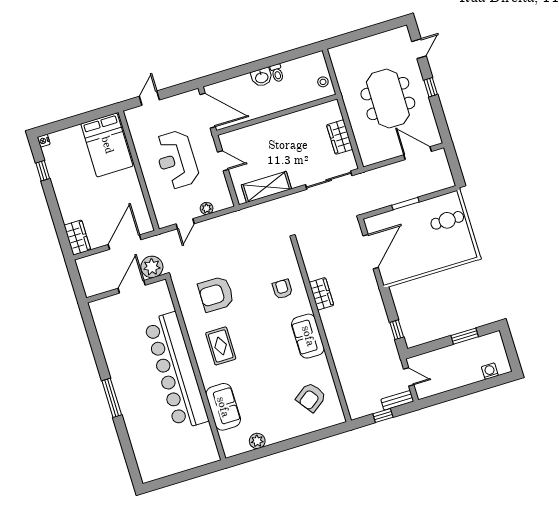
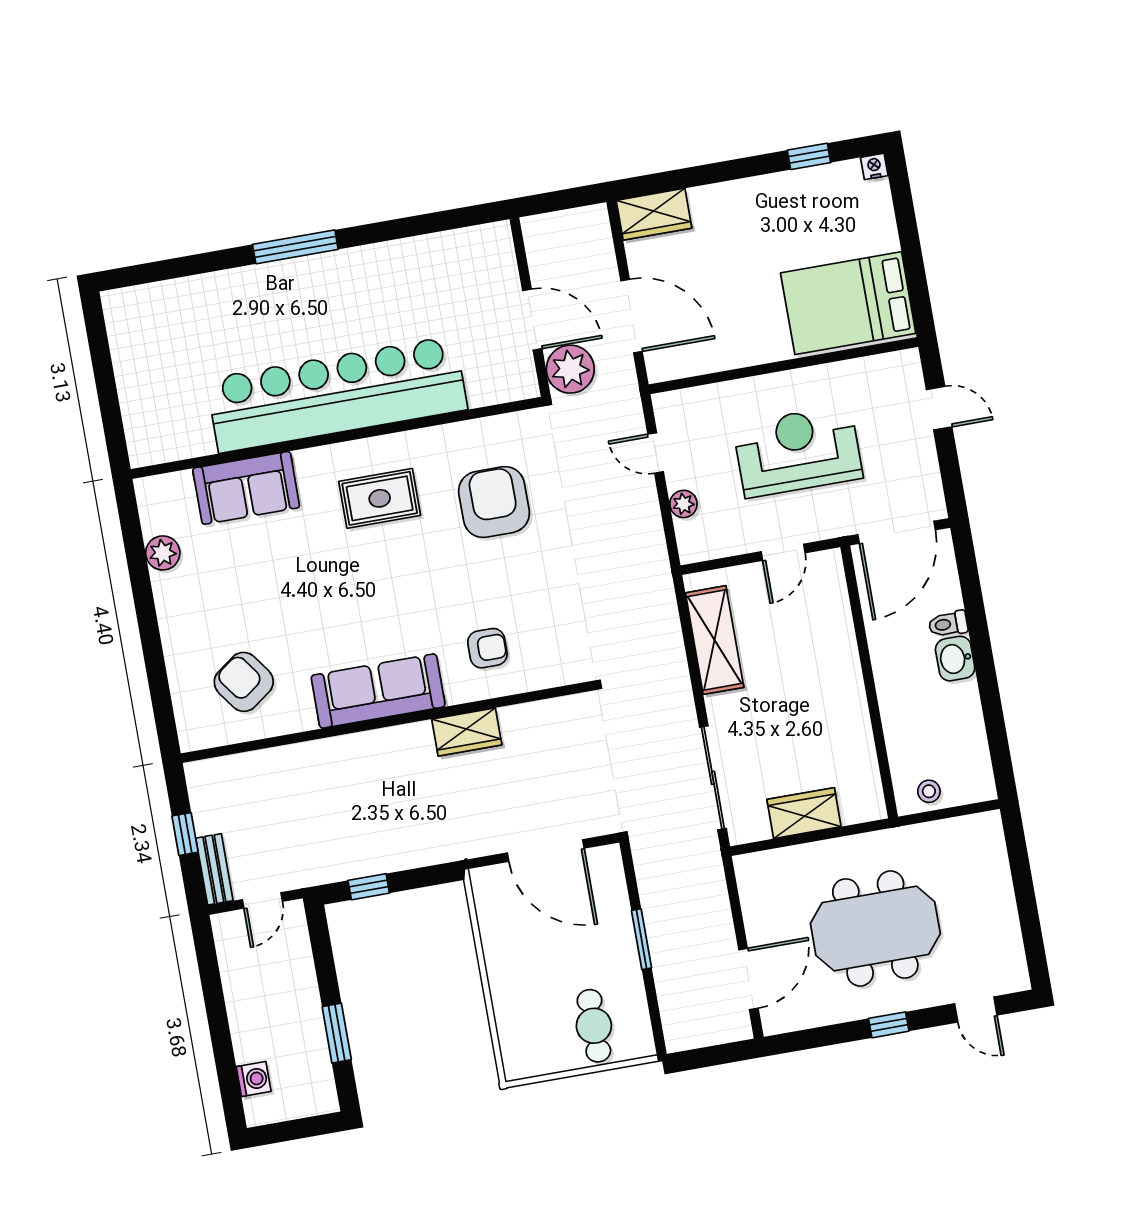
toilet: (277, 73) -> (948, 624), moved
sofa: (308, 336) -> (378, 691), width x1.36

